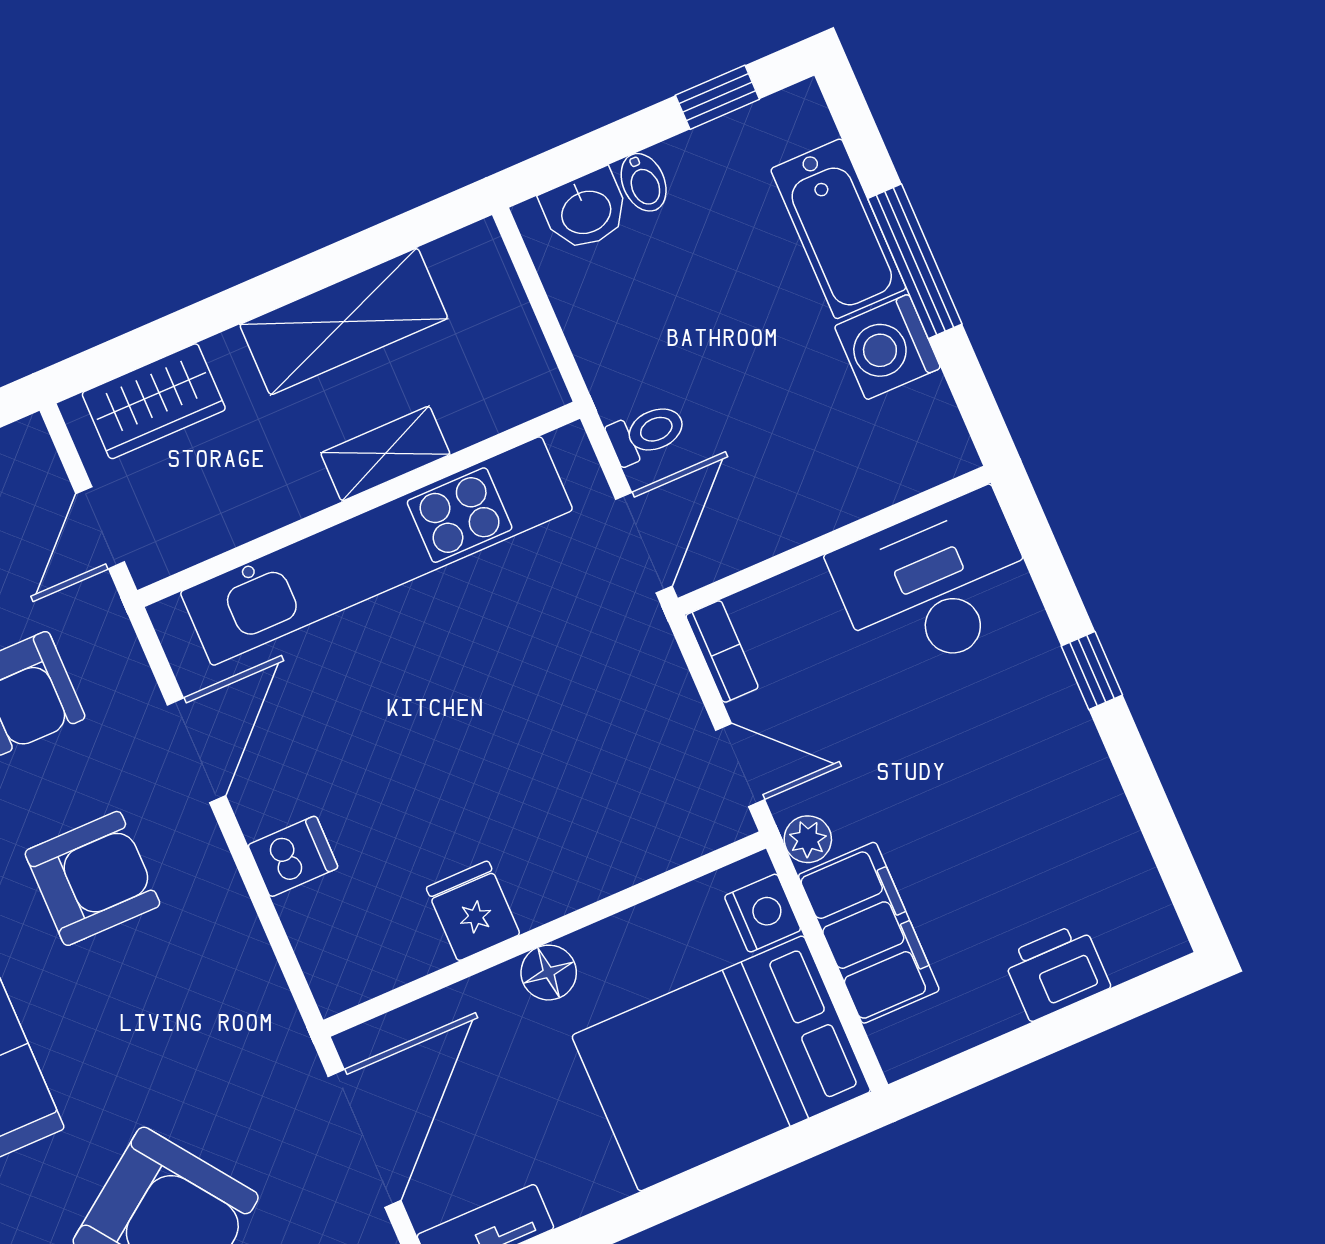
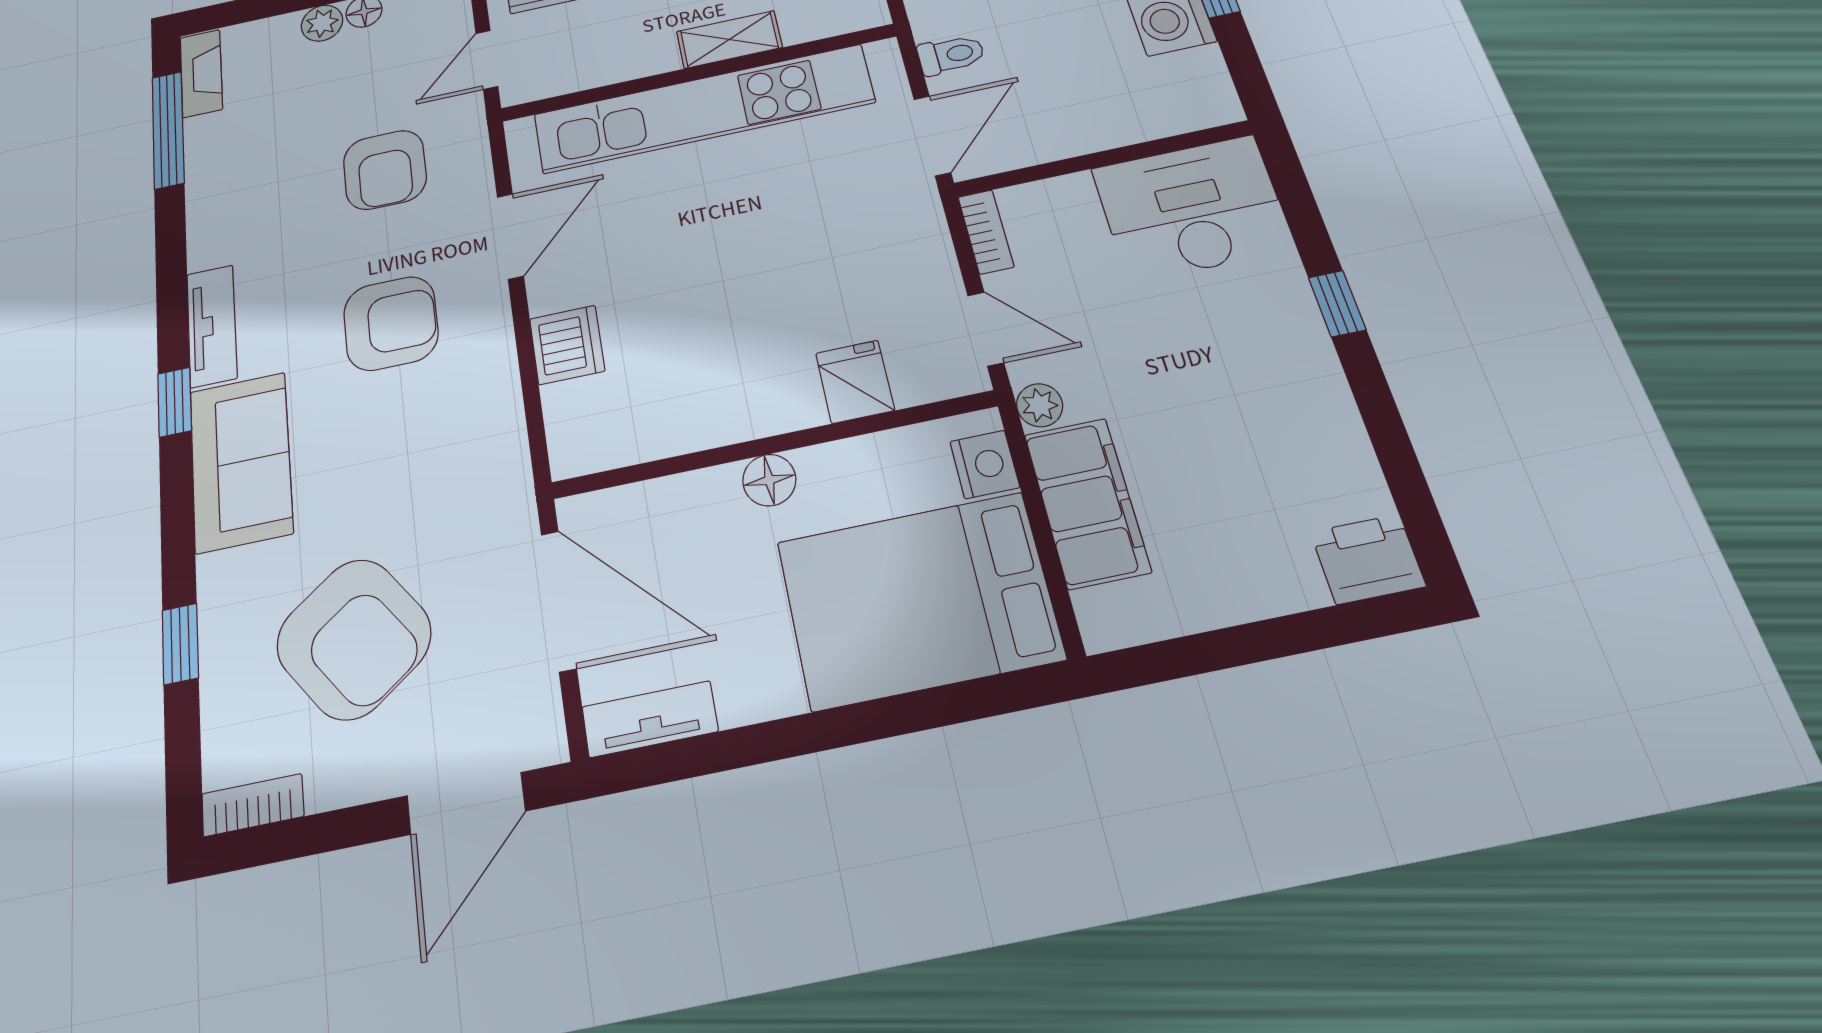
dishwasher: (293, 856) -> (567, 345), width x1.38
fridge: (473, 911) -> (855, 382), moved
printer: (1057, 972) -> (1368, 559), moved
door: (364, 1138) -> (559, 601), hinge flipped

